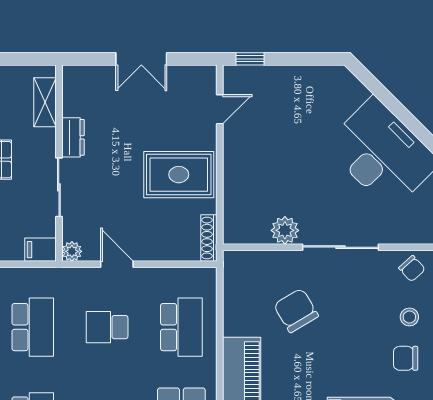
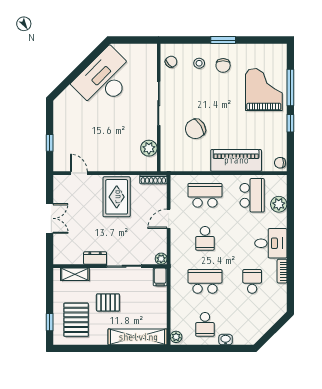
window: (250, 59) -> (50, 143), moved
plant: (285, 230) -> (149, 148), moved
door: (117, 264) -> (169, 219), moved

